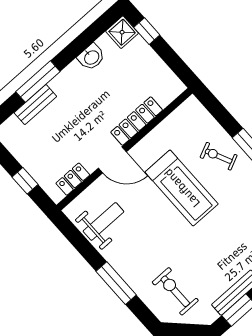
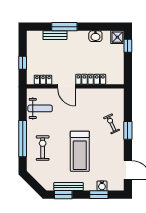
treadmill: (182, 188) -> (80, 151), moved
window: (116, 283) -> (23, 139), width x1.46
exercise bike: (175, 291) -> (43, 148), moved

